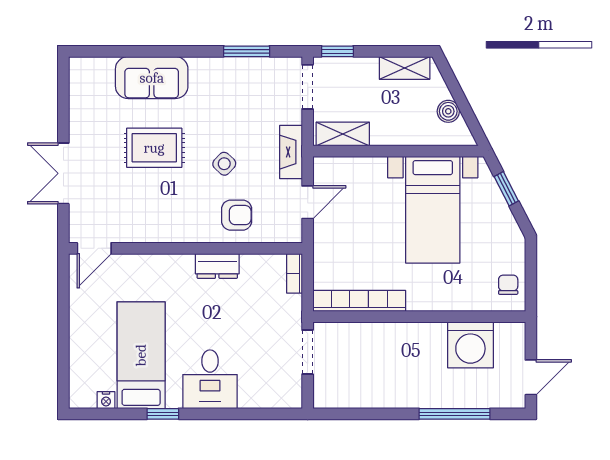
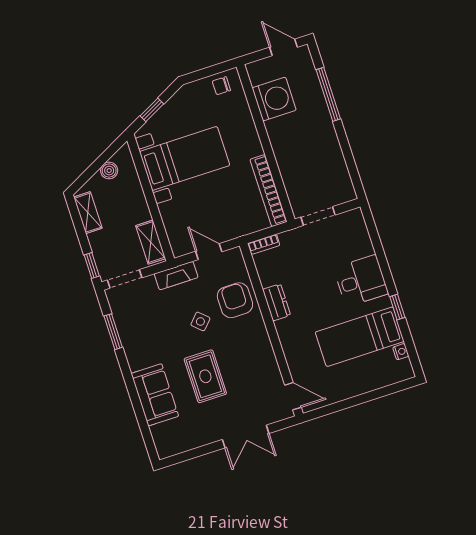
armchair: (237, 215) -> (235, 300), width x1.38, depth x1.38

